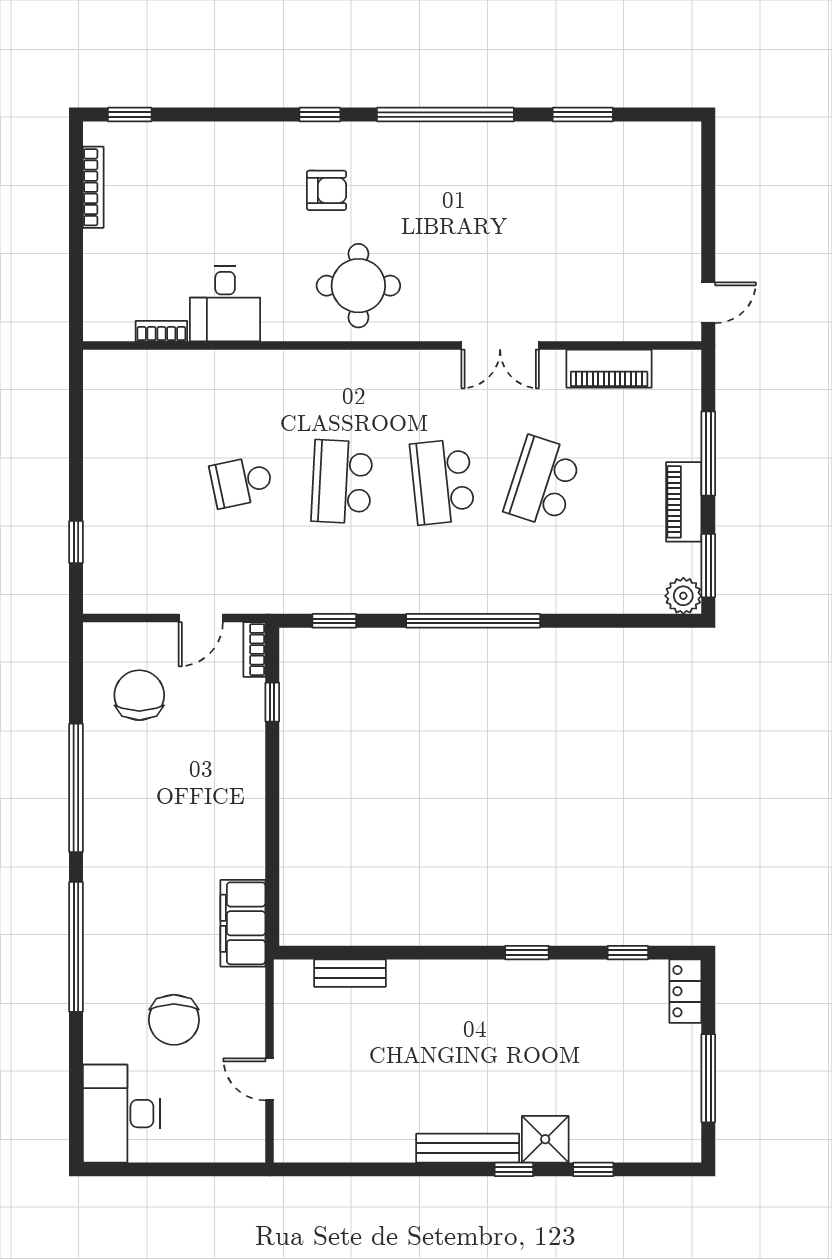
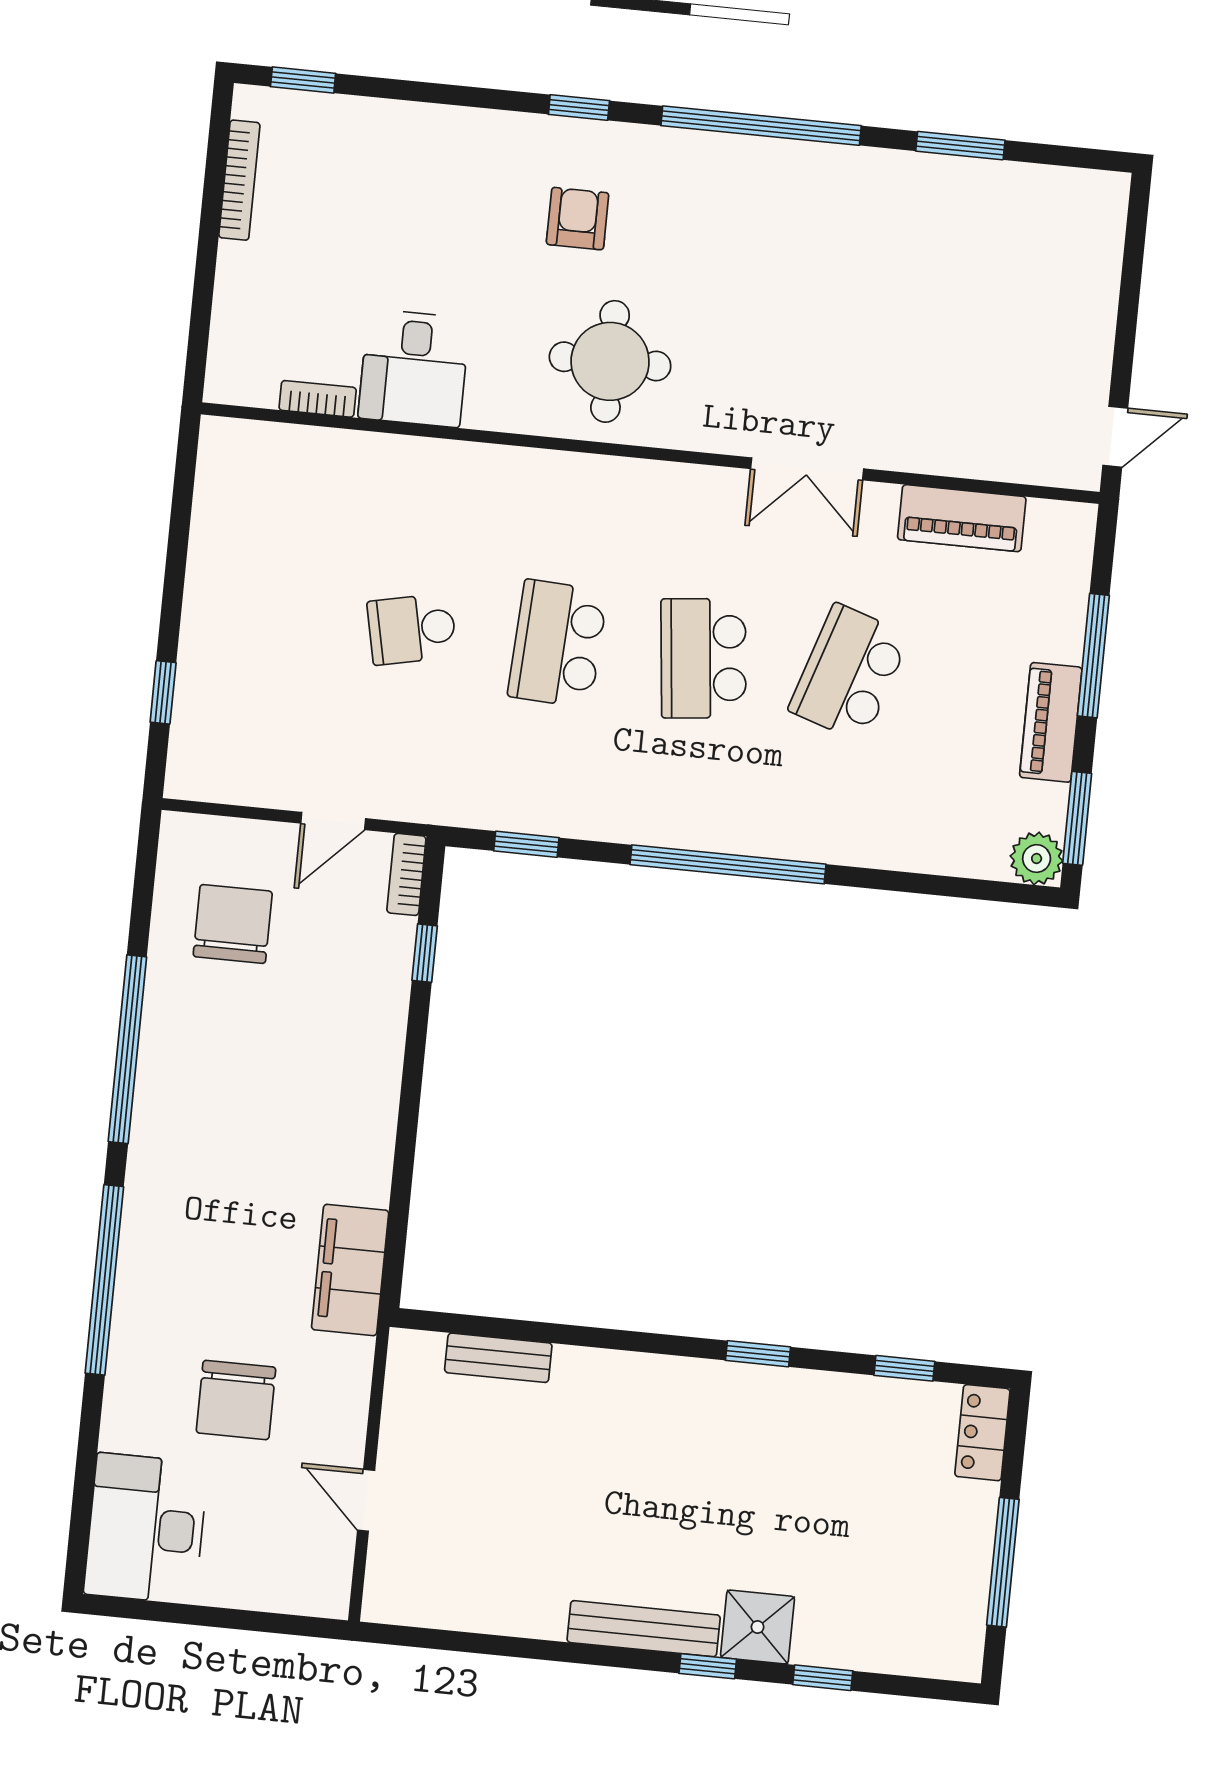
armchair: (327, 190) -> (578, 219), turned -90

